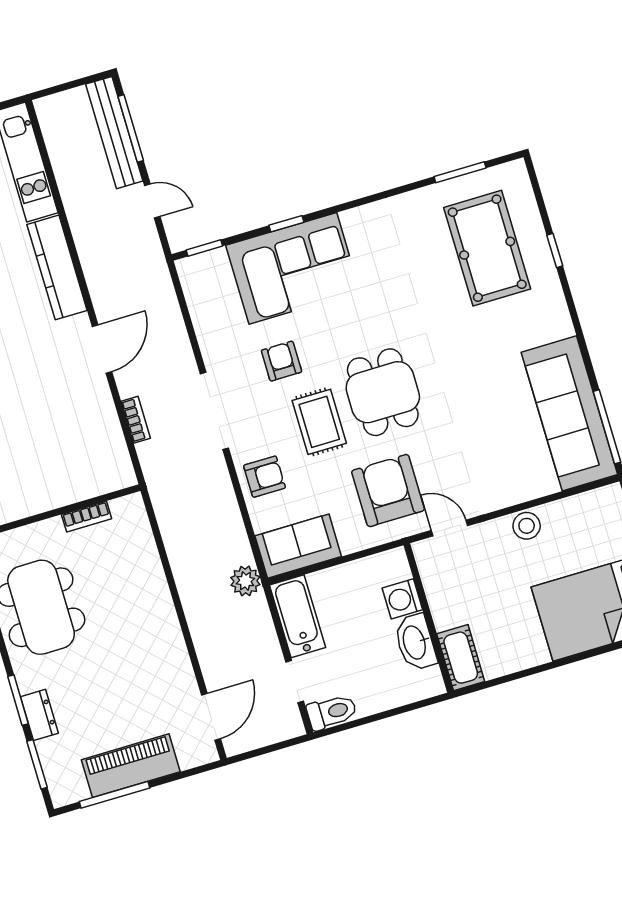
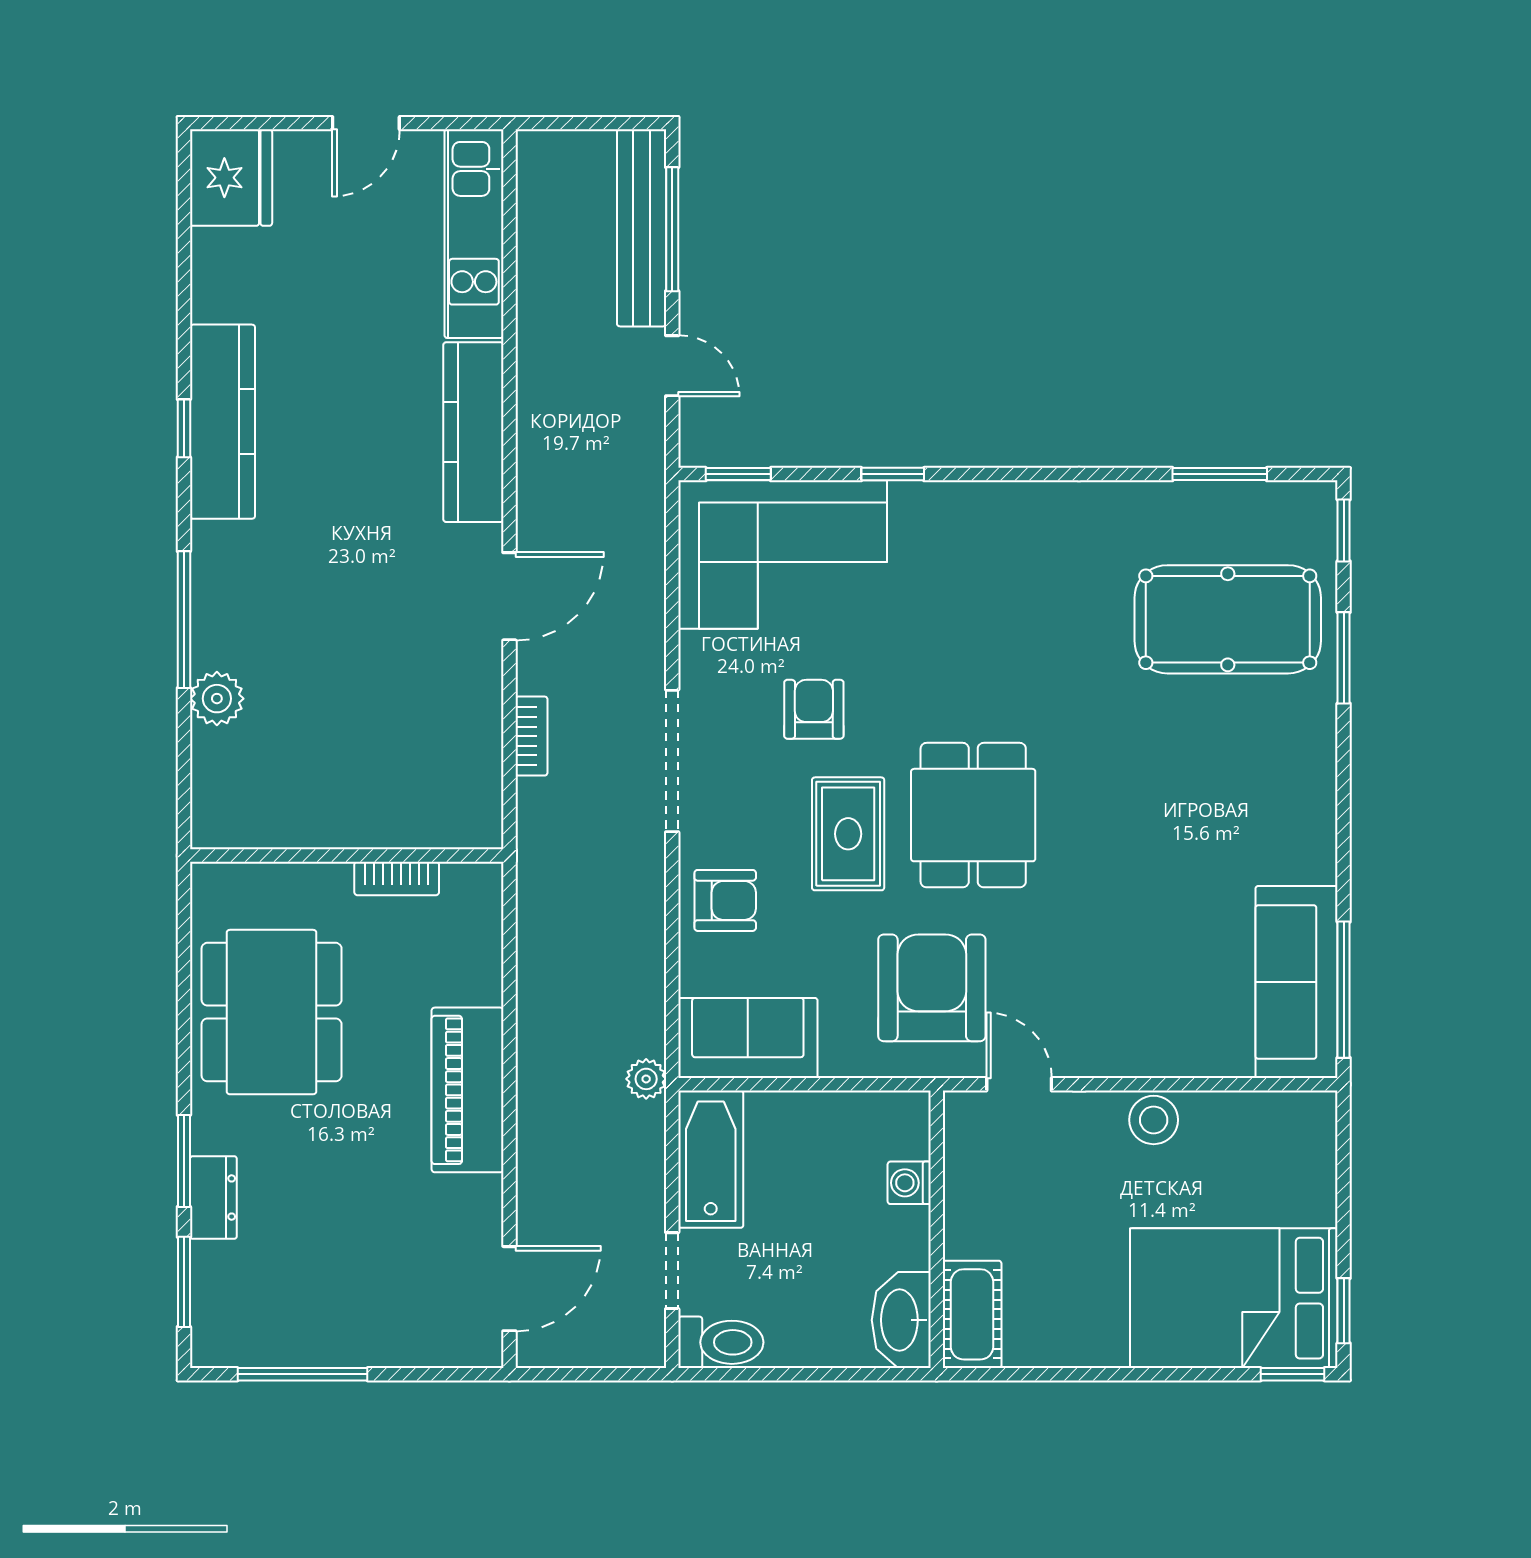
window: (535, 183) -> (1344, 530), added
pool table: (487, 248) -> (1228, 619), turned 90
window: (555, 250) -> (1344, 658), width x1.50
corner sofa: (293, 268) -> (783, 555), moved
sofa: (569, 413) -> (1297, 982), width x0.74, depth x0.79
plant: (245, 581) -> (646, 1079), width x0.73, depth x0.73
washing machine: (402, 599) -> (909, 1183), width x0.73, depth x0.73
washbasin: (415, 642) -> (901, 1320), moved
piano: (131, 766) -> (468, 1090), moved, turned -90

